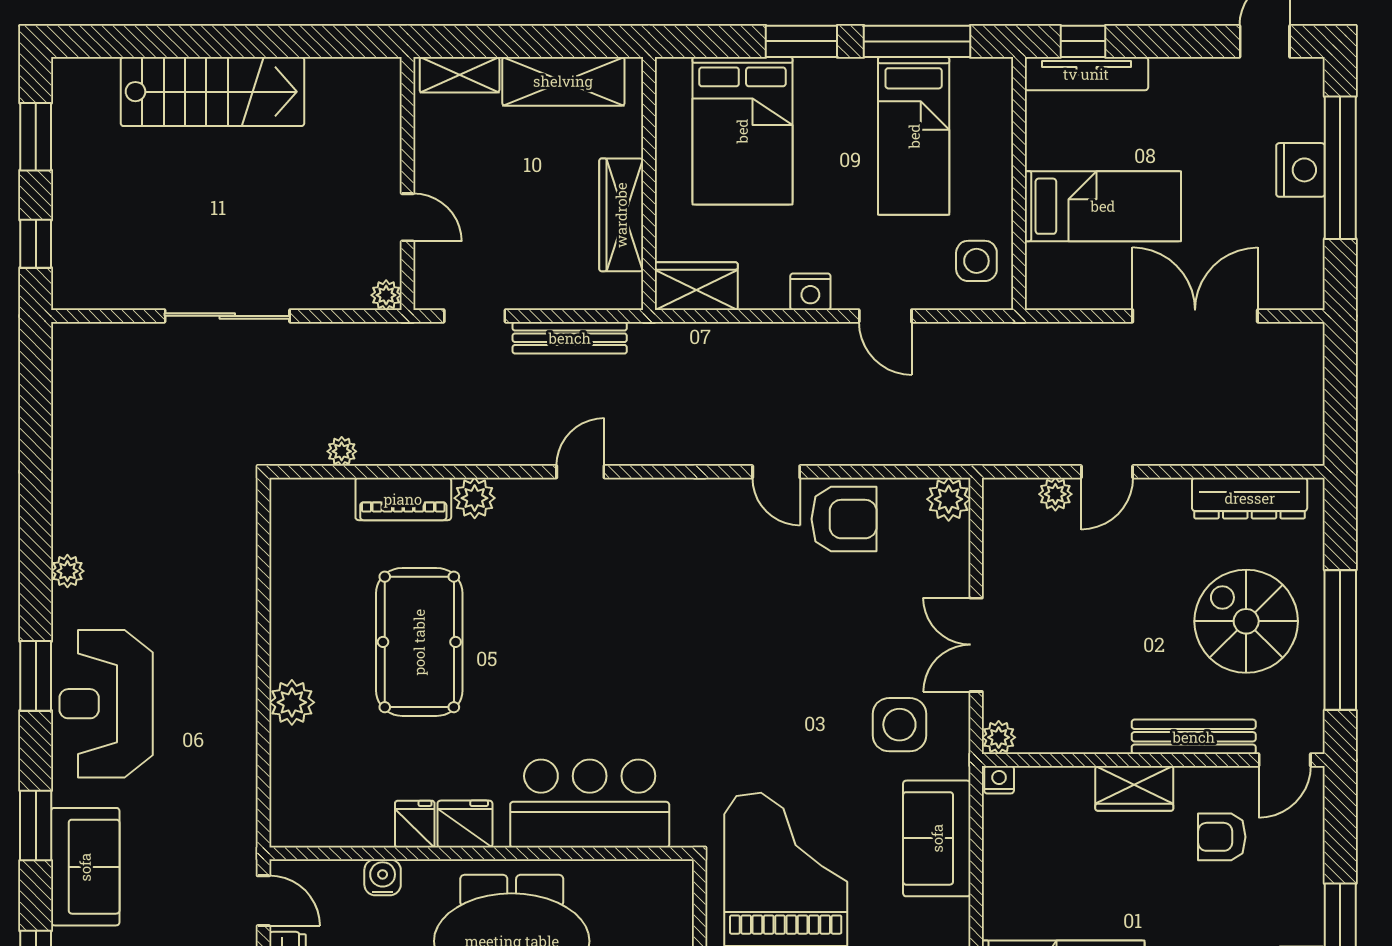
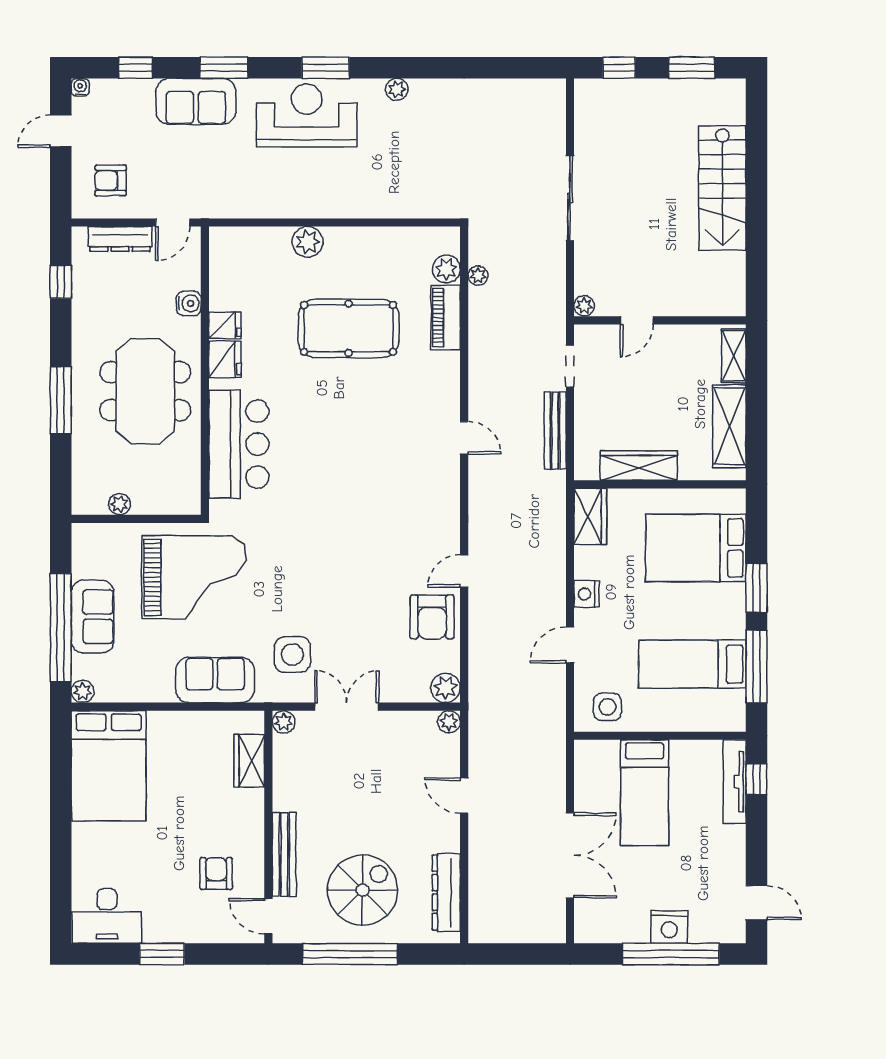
plant: (1055, 494) -> (449, 722), moved
plant: (475, 498) -> (446, 269), moved
nightstand: (999, 780) -> (255, 722), removed
wardrobe: (1134, 788) -> (249, 761), moved

